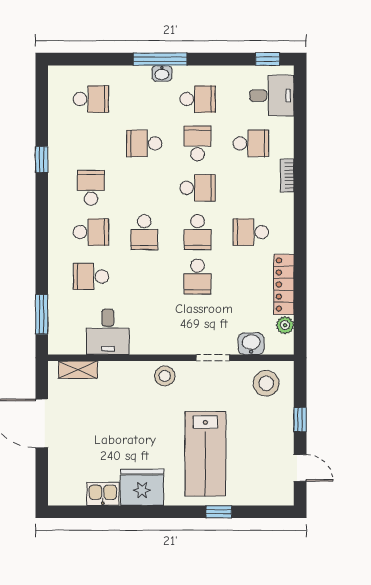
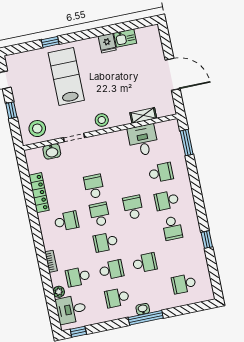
school desk: (198, 143) -> (111, 270), turned -90
plant: (285, 325) -> (59, 292), moved
shelving: (78, 370) -> (143, 115), moved
fridge: (142, 487) -> (107, 43), width x0.53, depth x0.75

